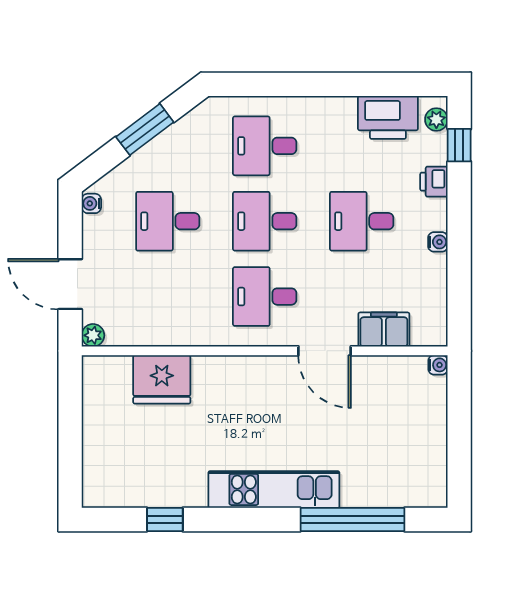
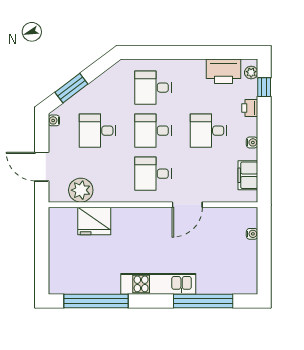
window: (145, 129) -> (71, 88), moved
filing cabinet: (384, 330) -> (248, 175), moved, turned -90
plant: (93, 335) -> (81, 190), moved, width x1.87, depth x1.87
door: (325, 351) -> (187, 205), hinge flipped
water cooler: (438, 365) -> (252, 234), moved
window: (165, 519) -> (96, 301), width x3.17

